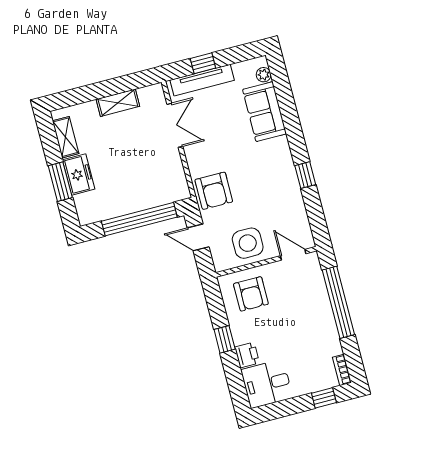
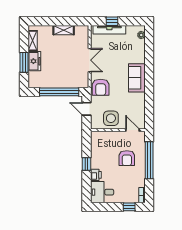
sofa: (264, 112) -> (137, 78), moved
double door: (175, 125) -> (90, 60), moved
window: (305, 175) -> (149, 91), removed
armchair: (251, 294) -> (127, 158), moved

